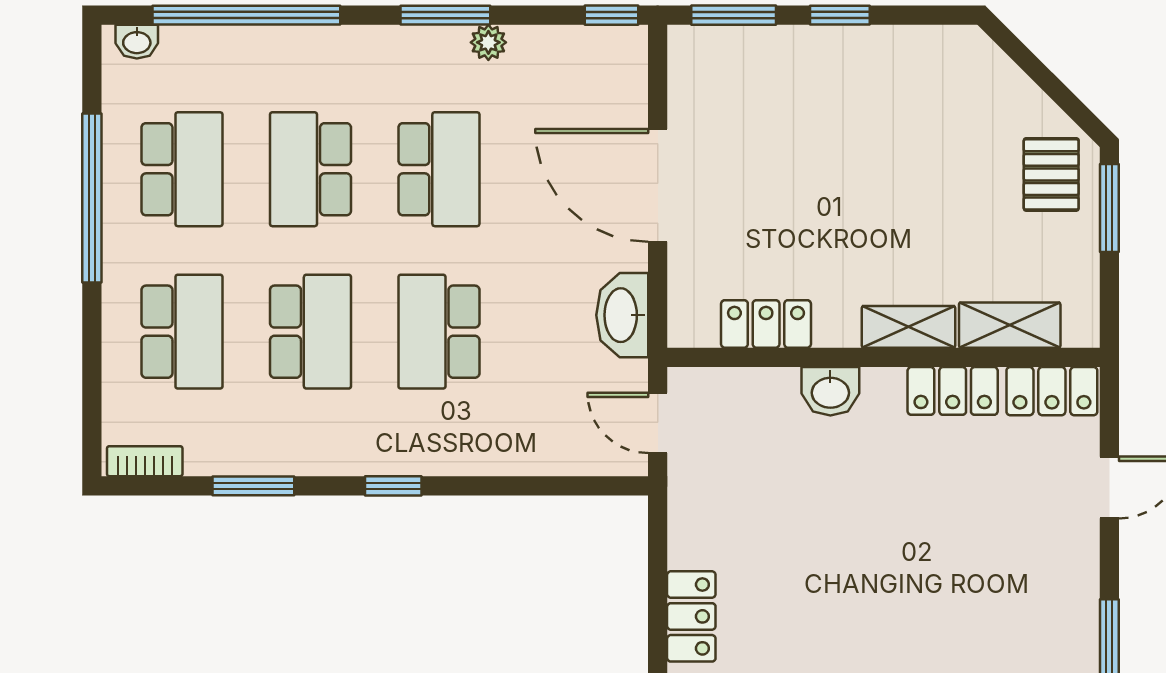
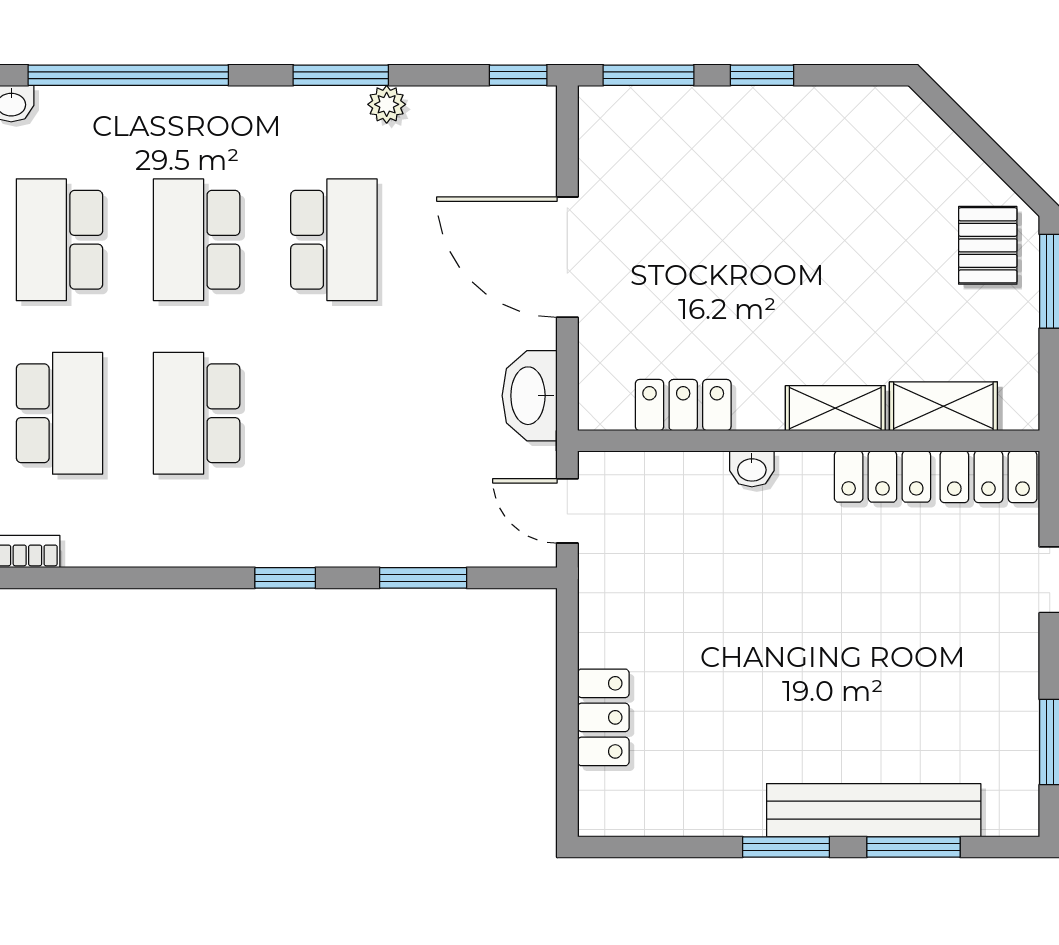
school desk: (182, 169) -> (59, 240), turned 180
school desk: (310, 332) -> (197, 413), turned 180
school desk: (439, 332) -> (334, 413), removed
washbasin: (830, 391) -> (752, 469), width x0.72, depth x0.69
window: (253, 486) -> (423, 578), moved

